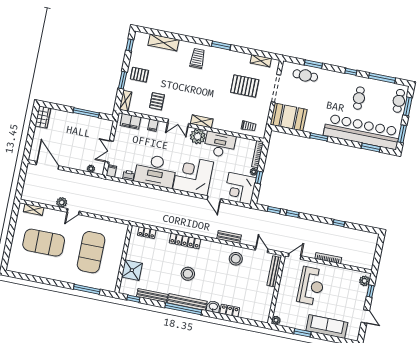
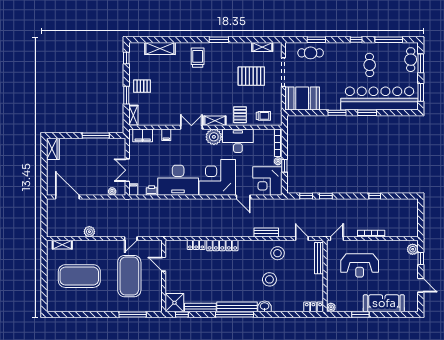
pallet: (157, 101) -> (240, 115), moved
double door: (178, 123) -> (191, 127), swing flipped
window: (371, 147) -> (367, 113), moved
door: (73, 212) -> (131, 239), moved
locker: (147, 233) -> (196, 245), moved
door: (126, 247) -> (164, 264), added
shower: (132, 270) -> (174, 303), moved
stool: (188, 274) -> (269, 279), moved
reception desk: (311, 286) -> (360, 265), turned 90
locker: (230, 311) -> (313, 307), moved

